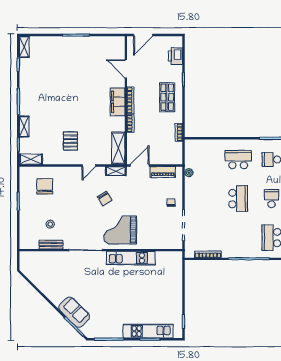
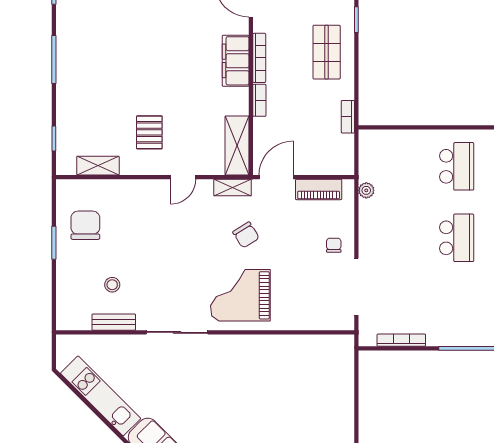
shelving: (24, 127) -> (65, 106), removed
shelving: (31, 159) -> (98, 166), moved
school desk: (238, 160) -> (457, 166), turned 90
chair: (45, 186) -> (85, 225), moved
chair: (105, 198) -> (246, 235), moved
kitchen unit: (131, 258) -> (101, 396), moved, turned -135

